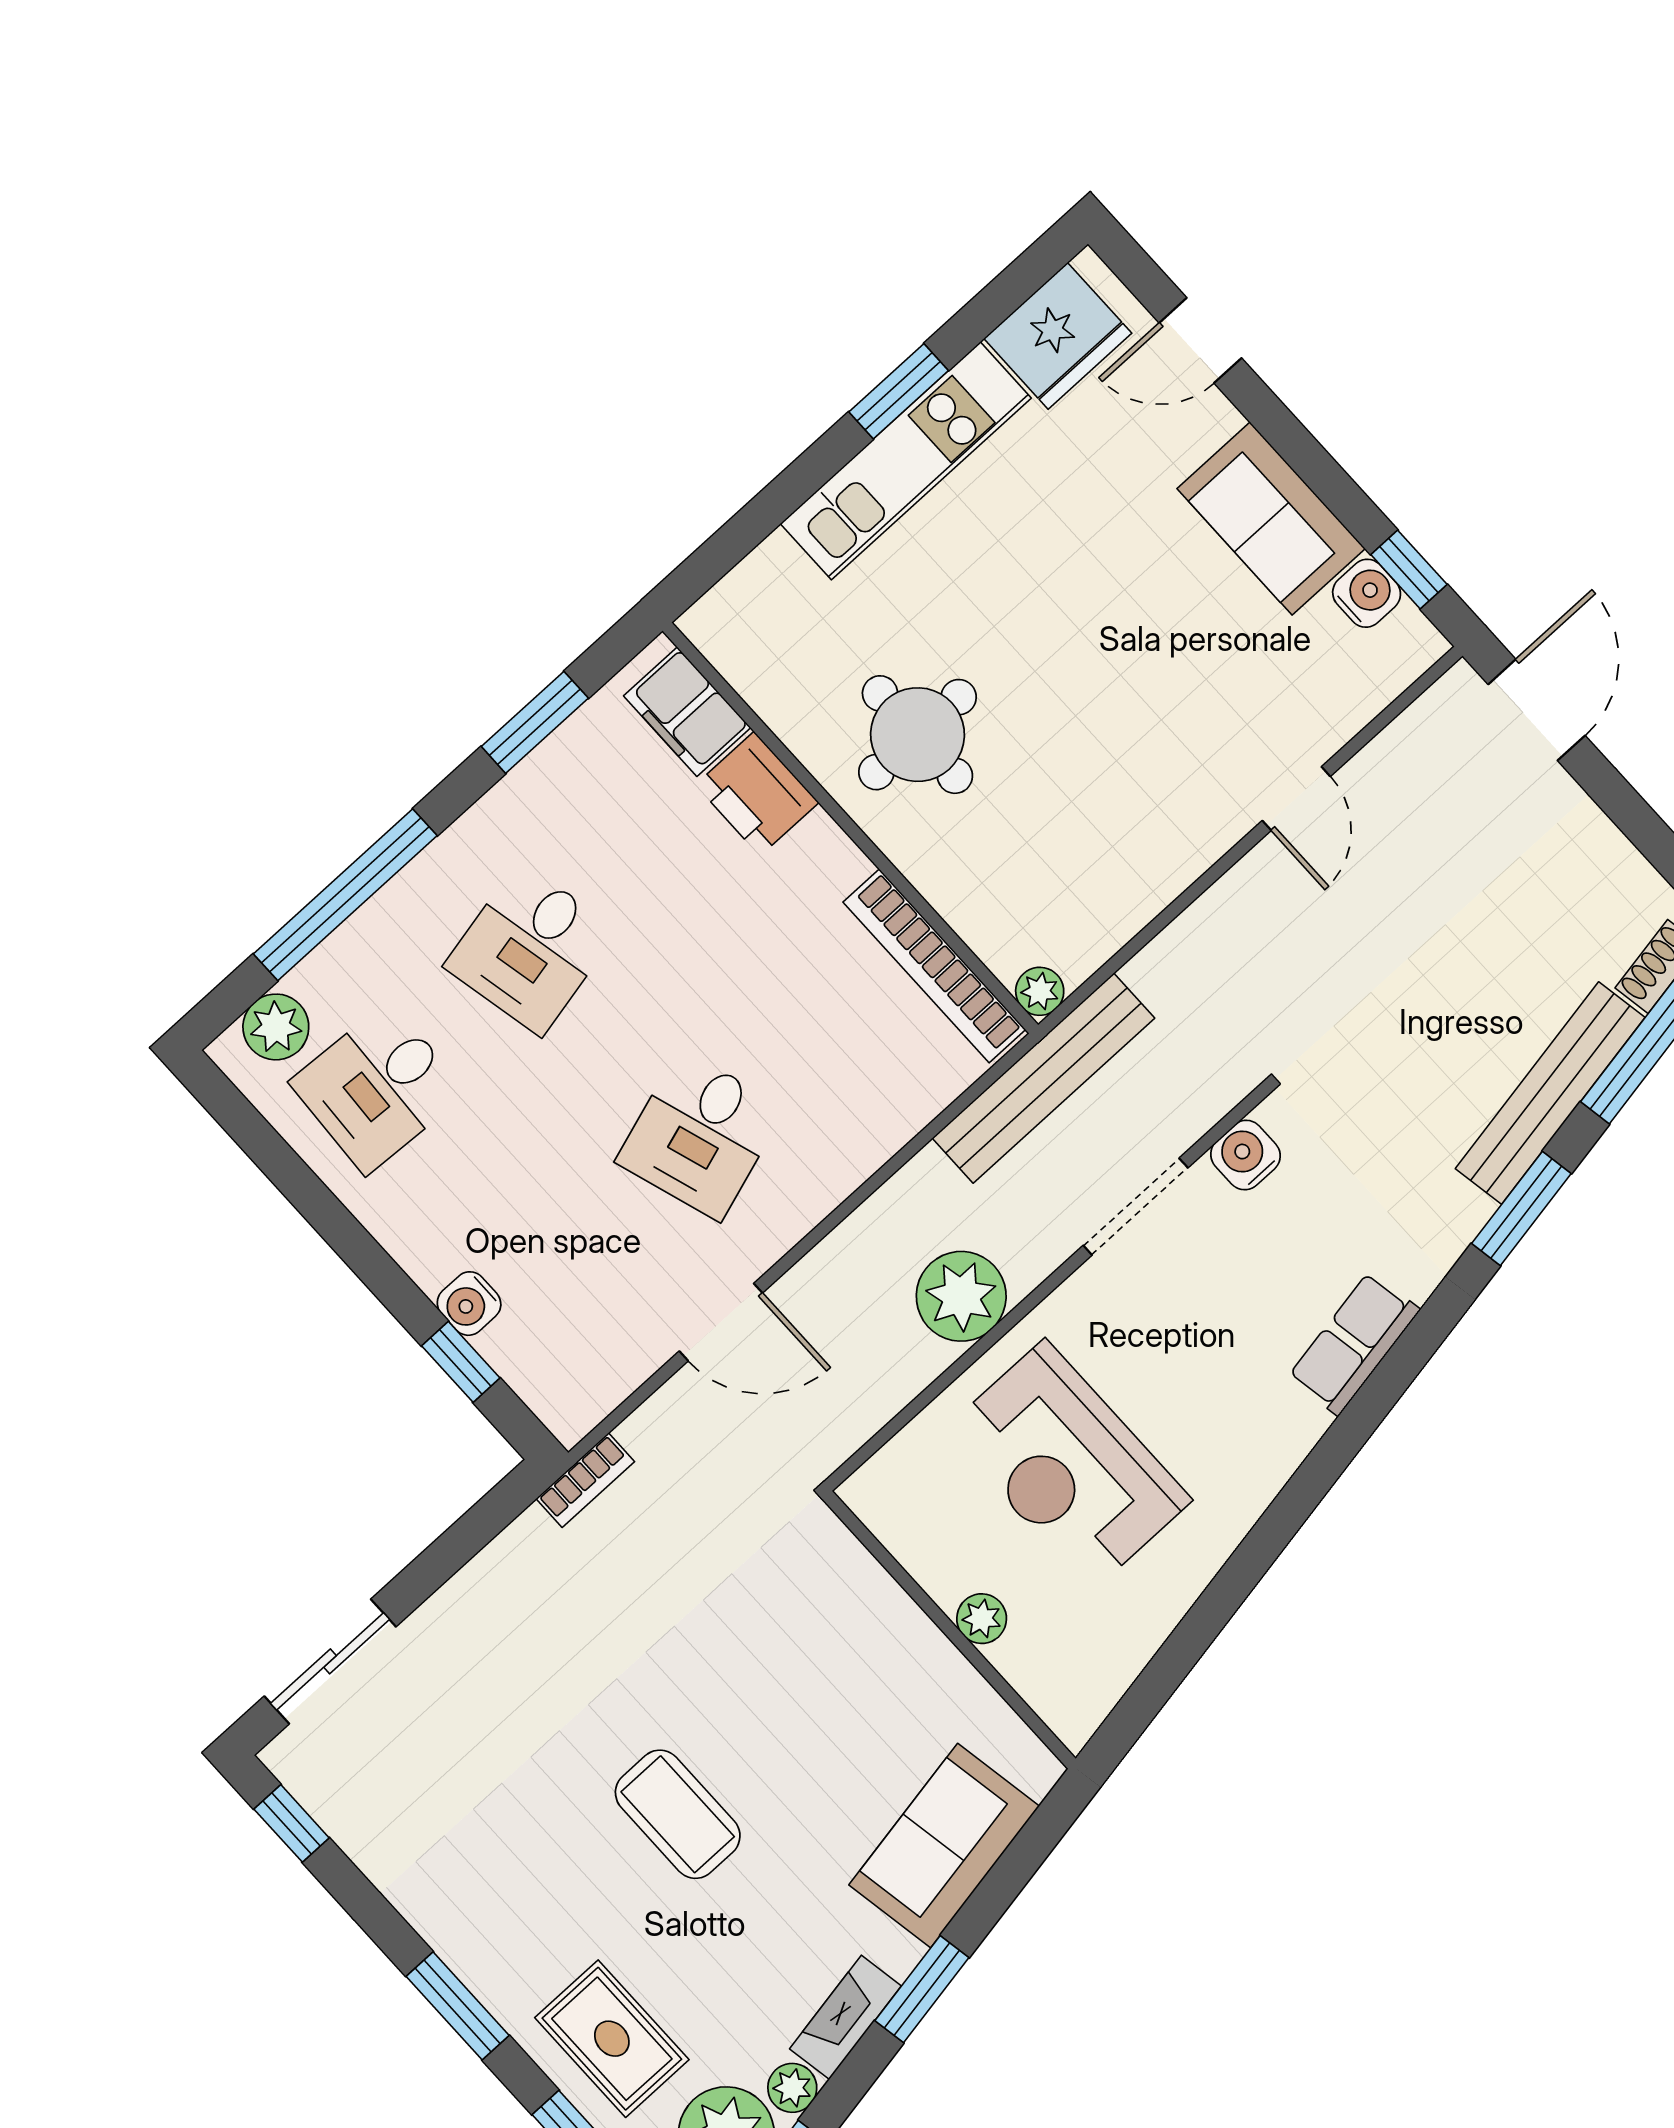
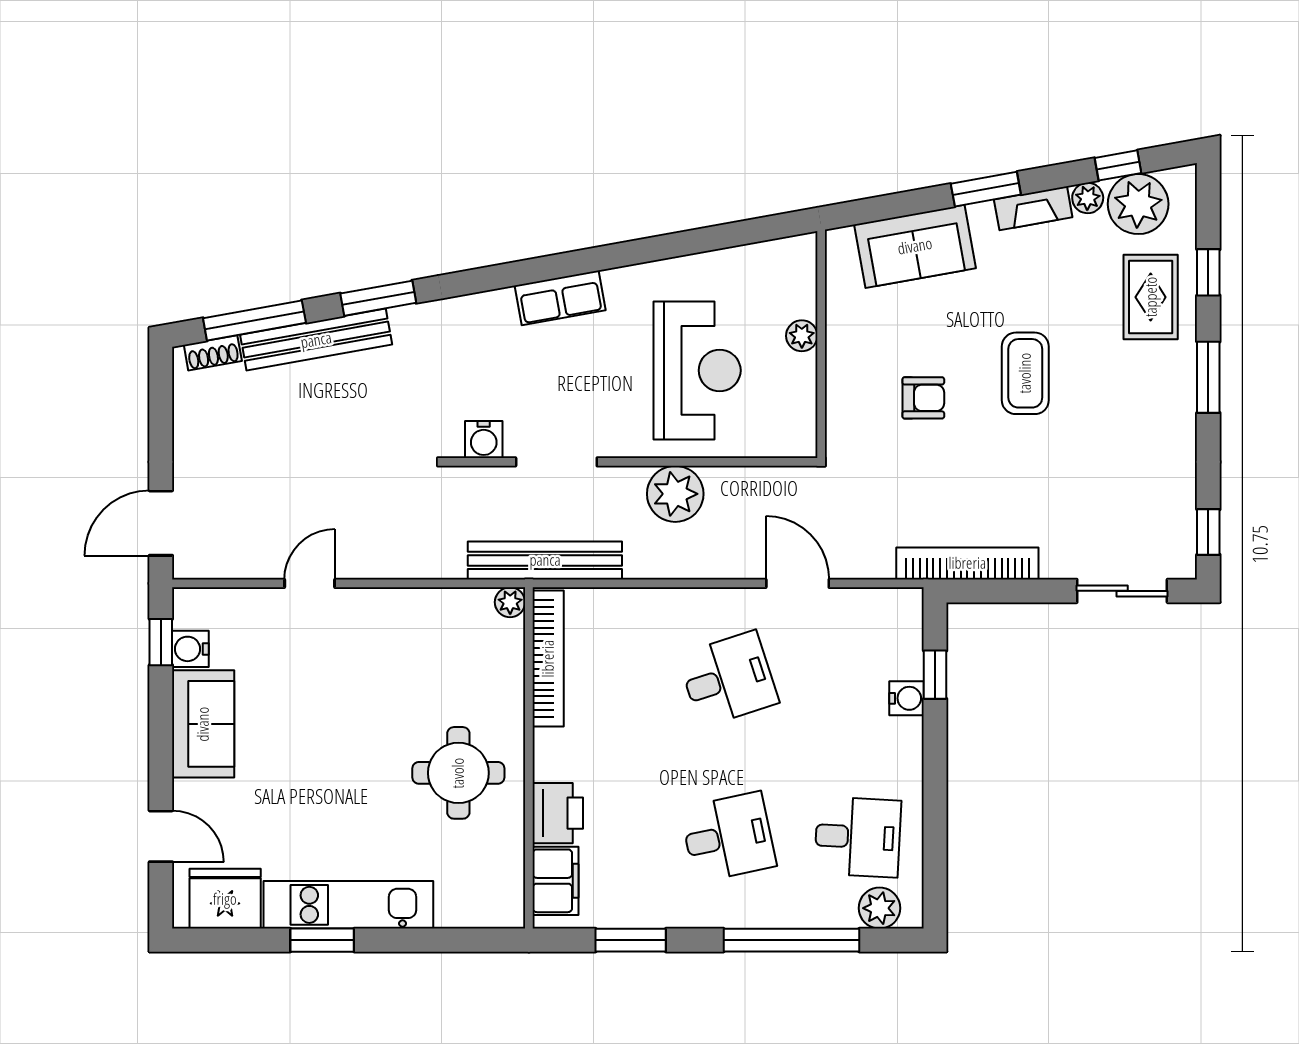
row of seats: (1354, 1343) -> (560, 298), moved
bookcase: (585, 1480) -> (967, 563), width x2.31, depth x1.31
armchair: (772, 1676) -> (923, 398), added

